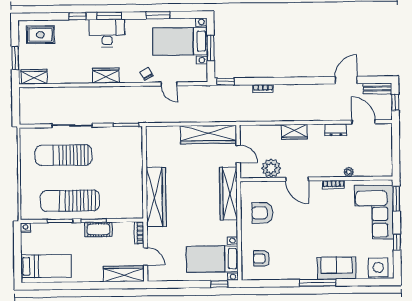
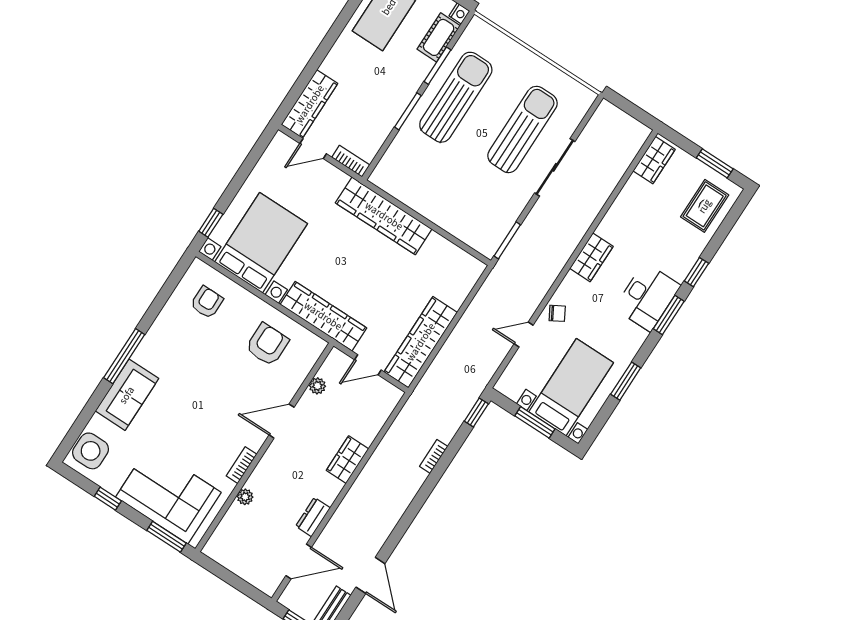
window: (15, 58) -> (715, 163), moved
plant: (271, 168) -> (317, 386), width x0.53, depth x0.53
cot: (98, 229) -> (439, 37), moved
bed with nightstands: (212, 259) -> (261, 243), width x1.36

